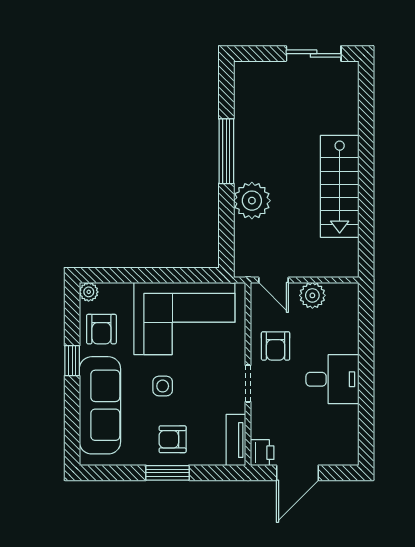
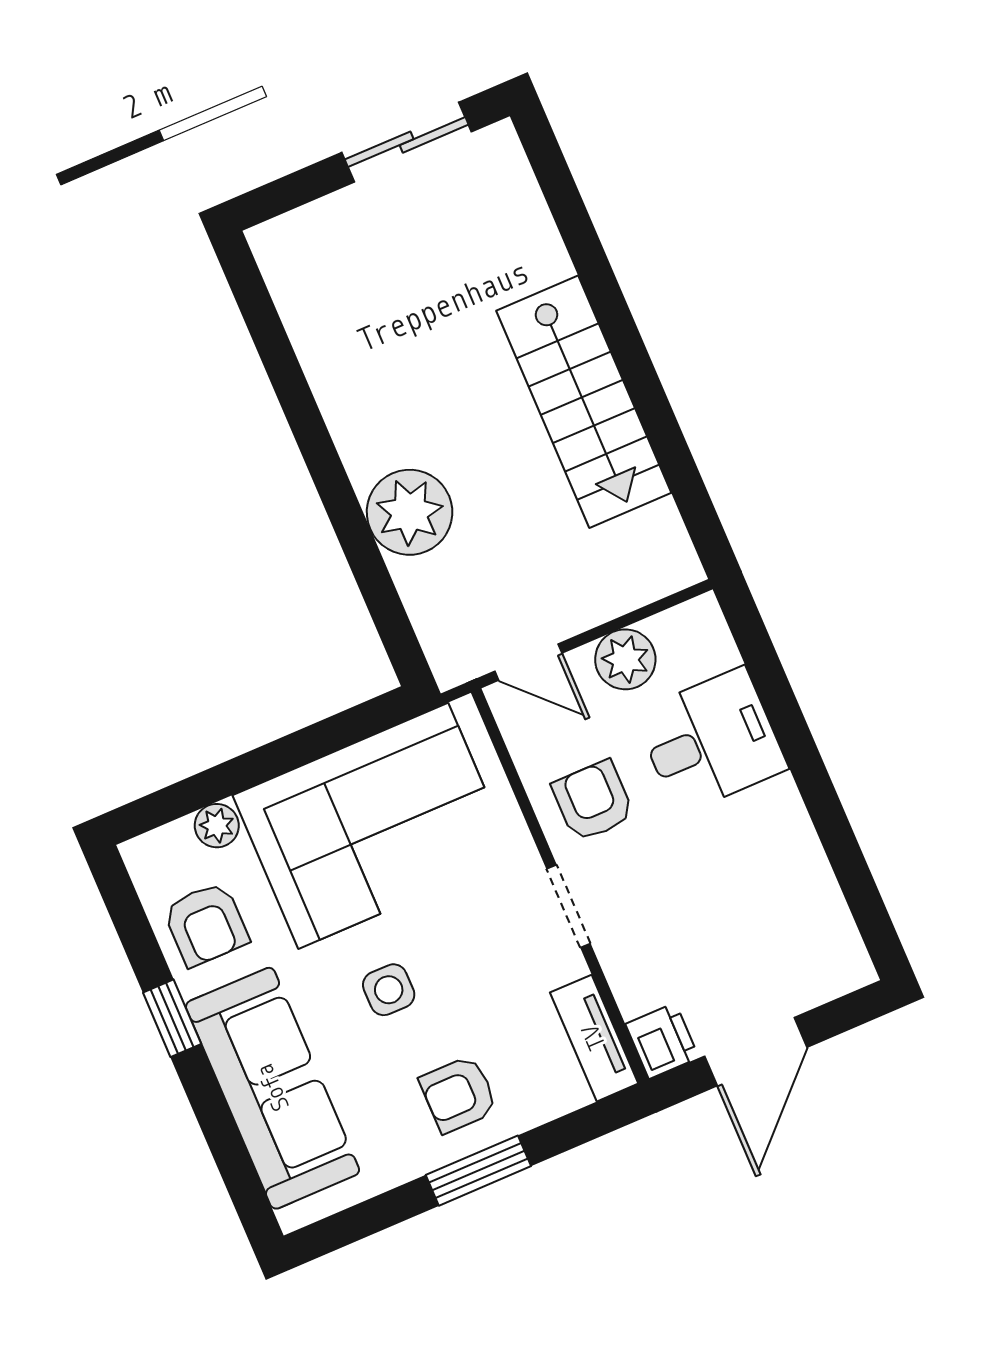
window: (226, 151) -> (310, 430), removed
plant: (89, 292) -> (217, 826), moved
armchair: (276, 346) -> (593, 801), turned 180
desk: (332, 379) -> (711, 741), moved

